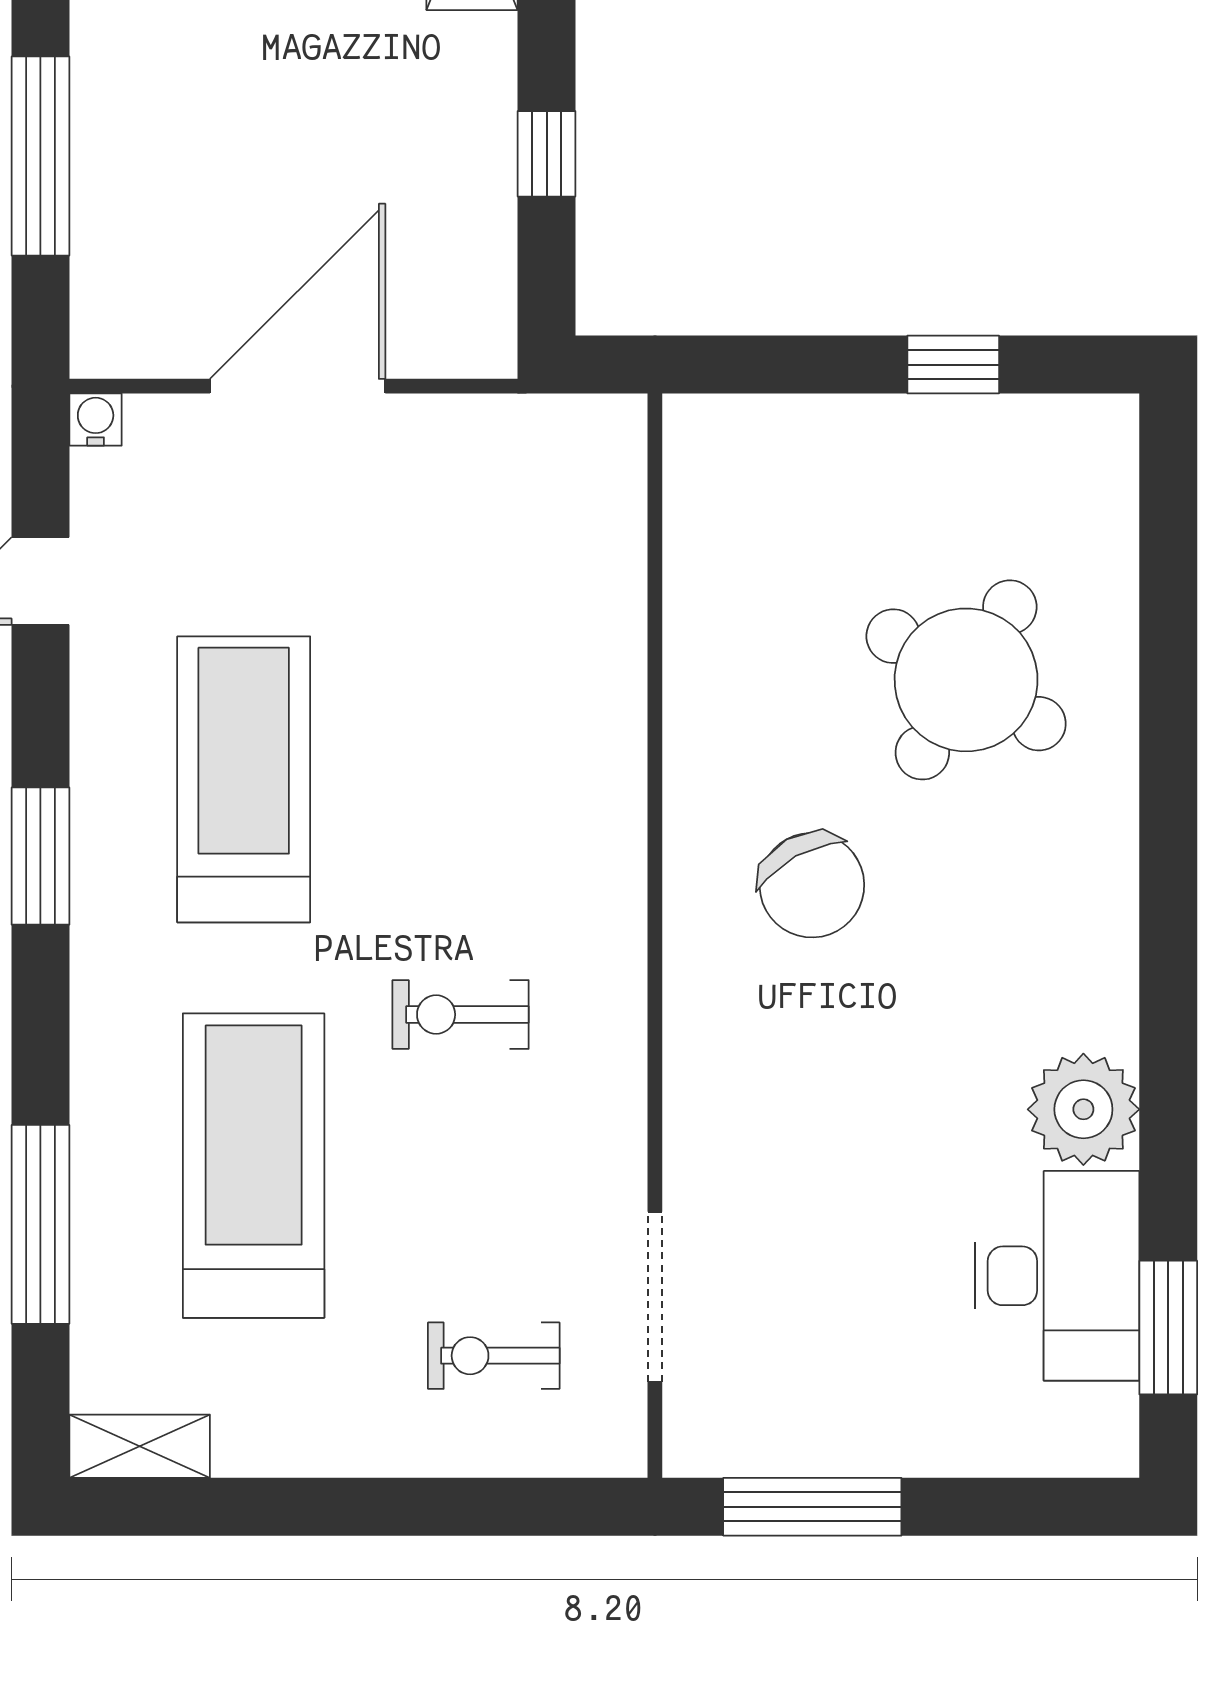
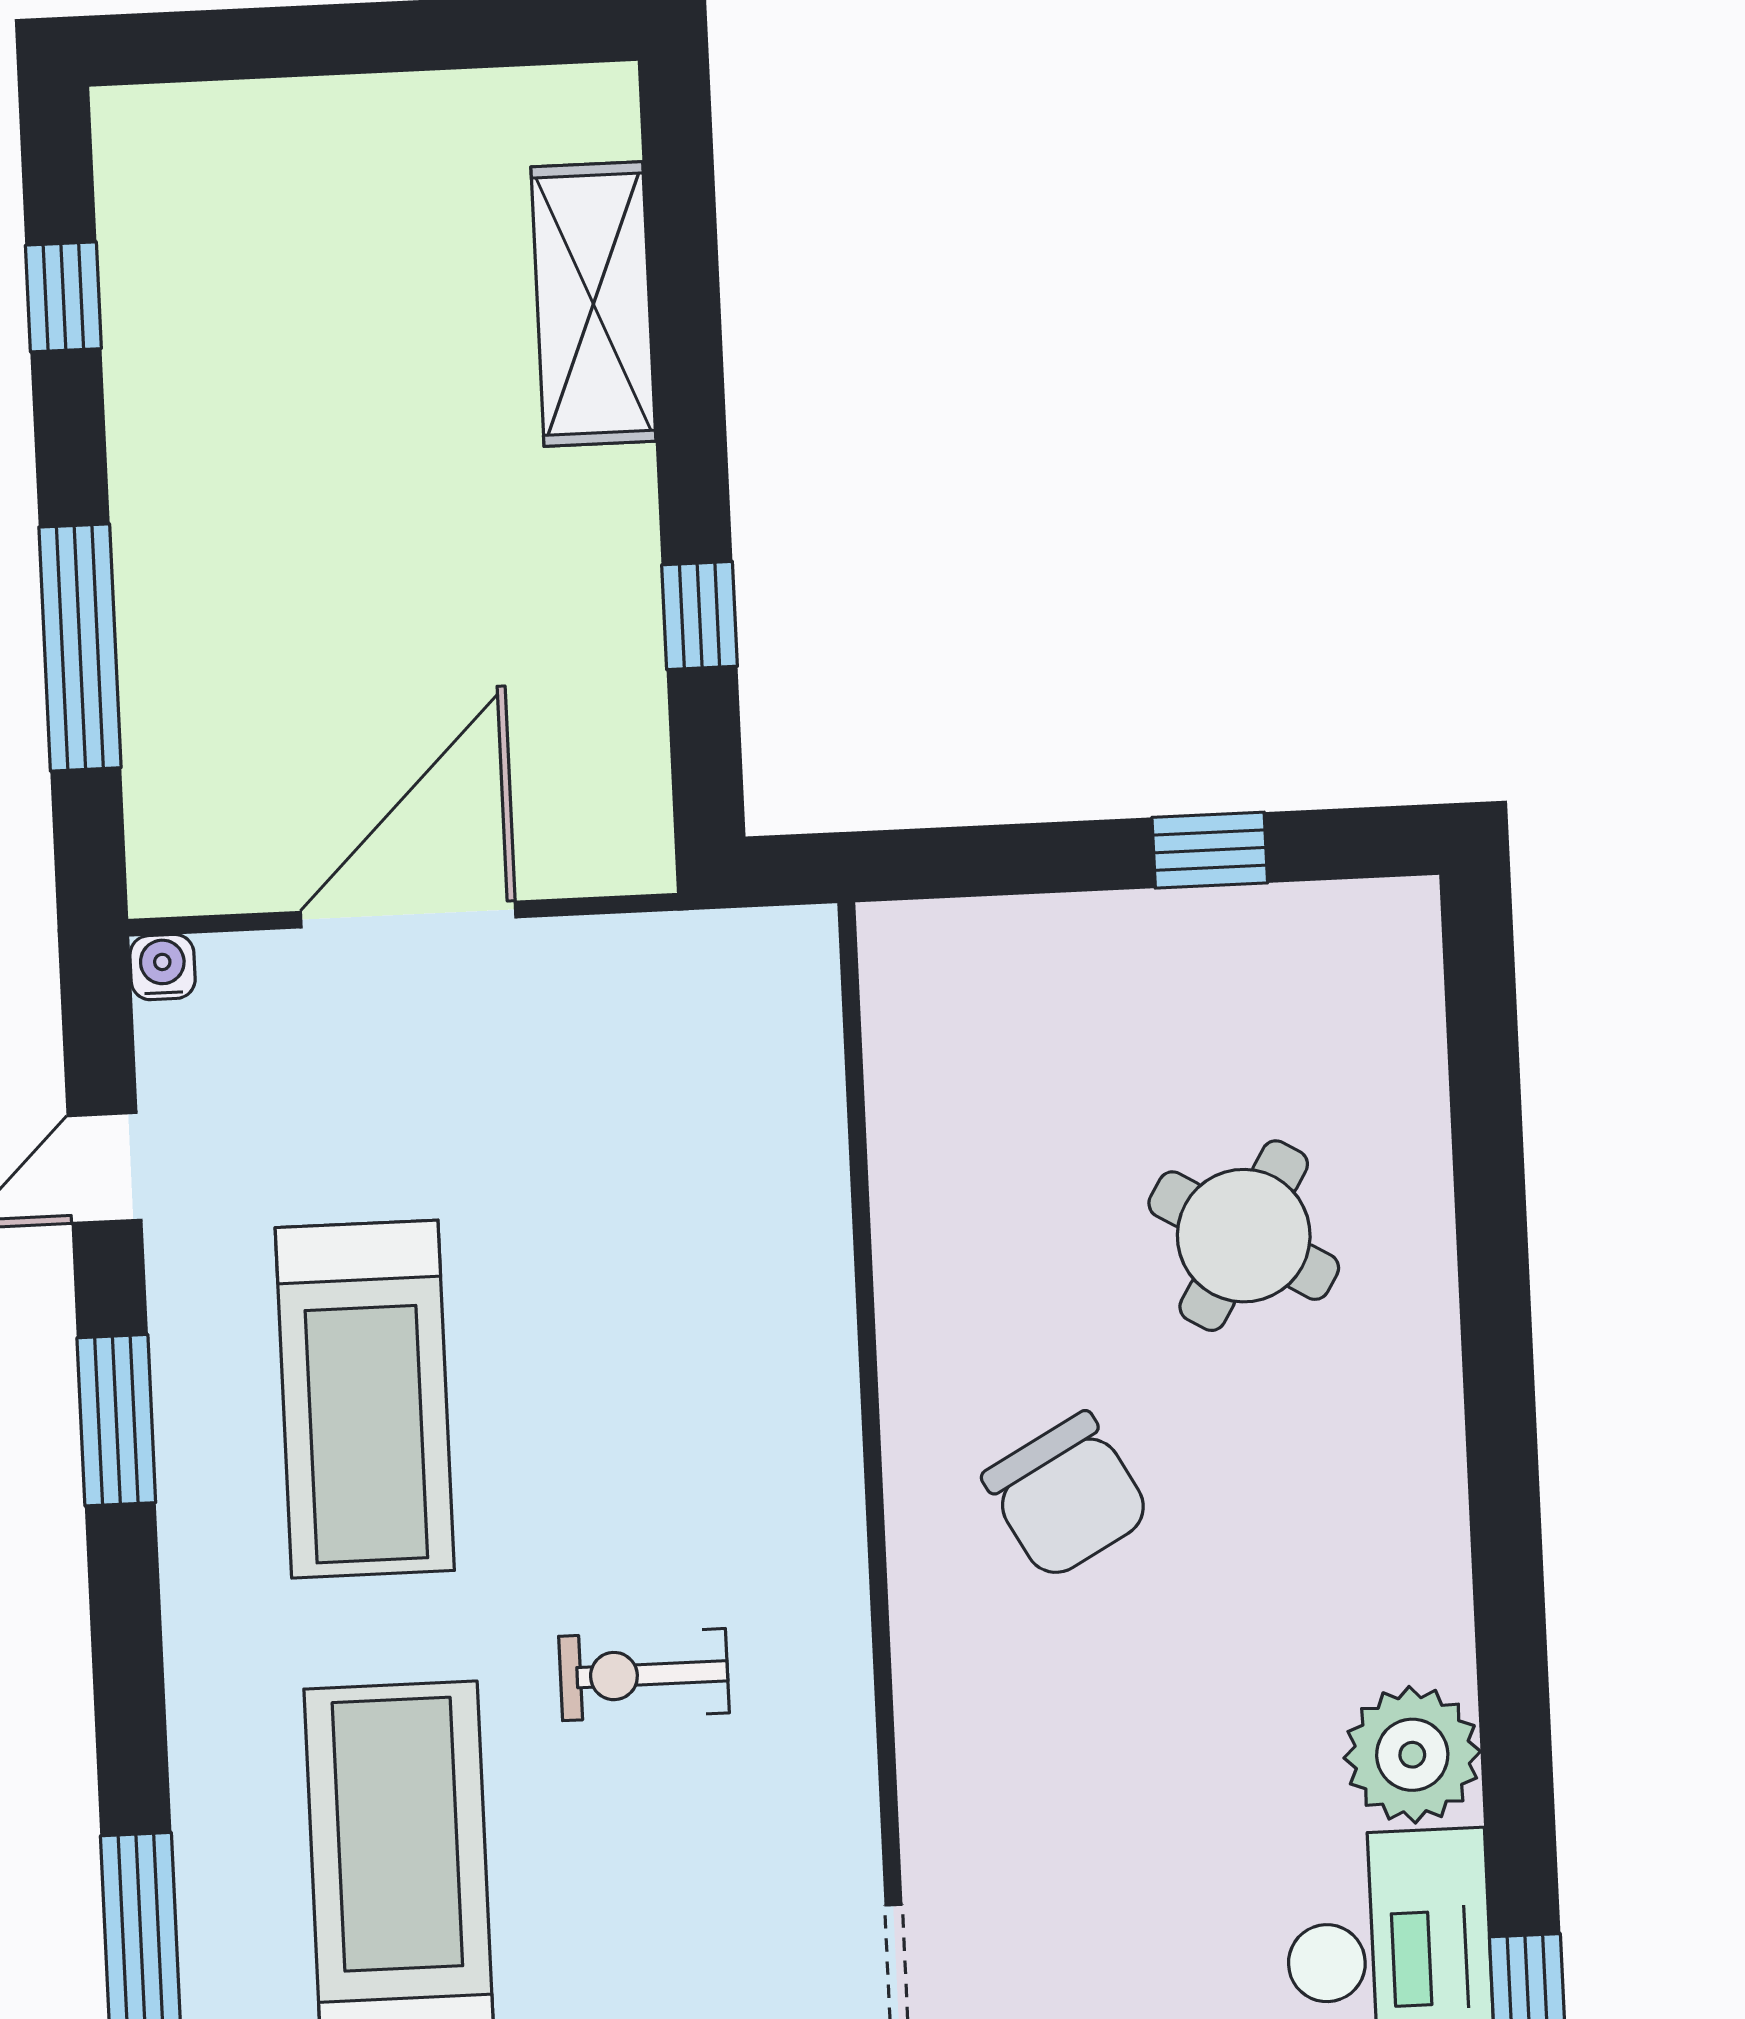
round table: (966, 680) -> (1244, 1236), width x0.73, depth x0.73
treadmill: (244, 779) -> (365, 1399), turned 180
window: (40, 856) -> (116, 1420), moved

